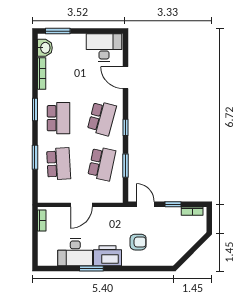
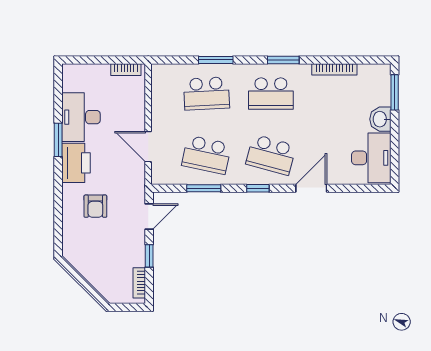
washbasin: (45, 48) -> (380, 119), moved, turned 90
door: (125, 78) -> (311, 188), moved
door: (81, 205) -> (148, 147), moved

